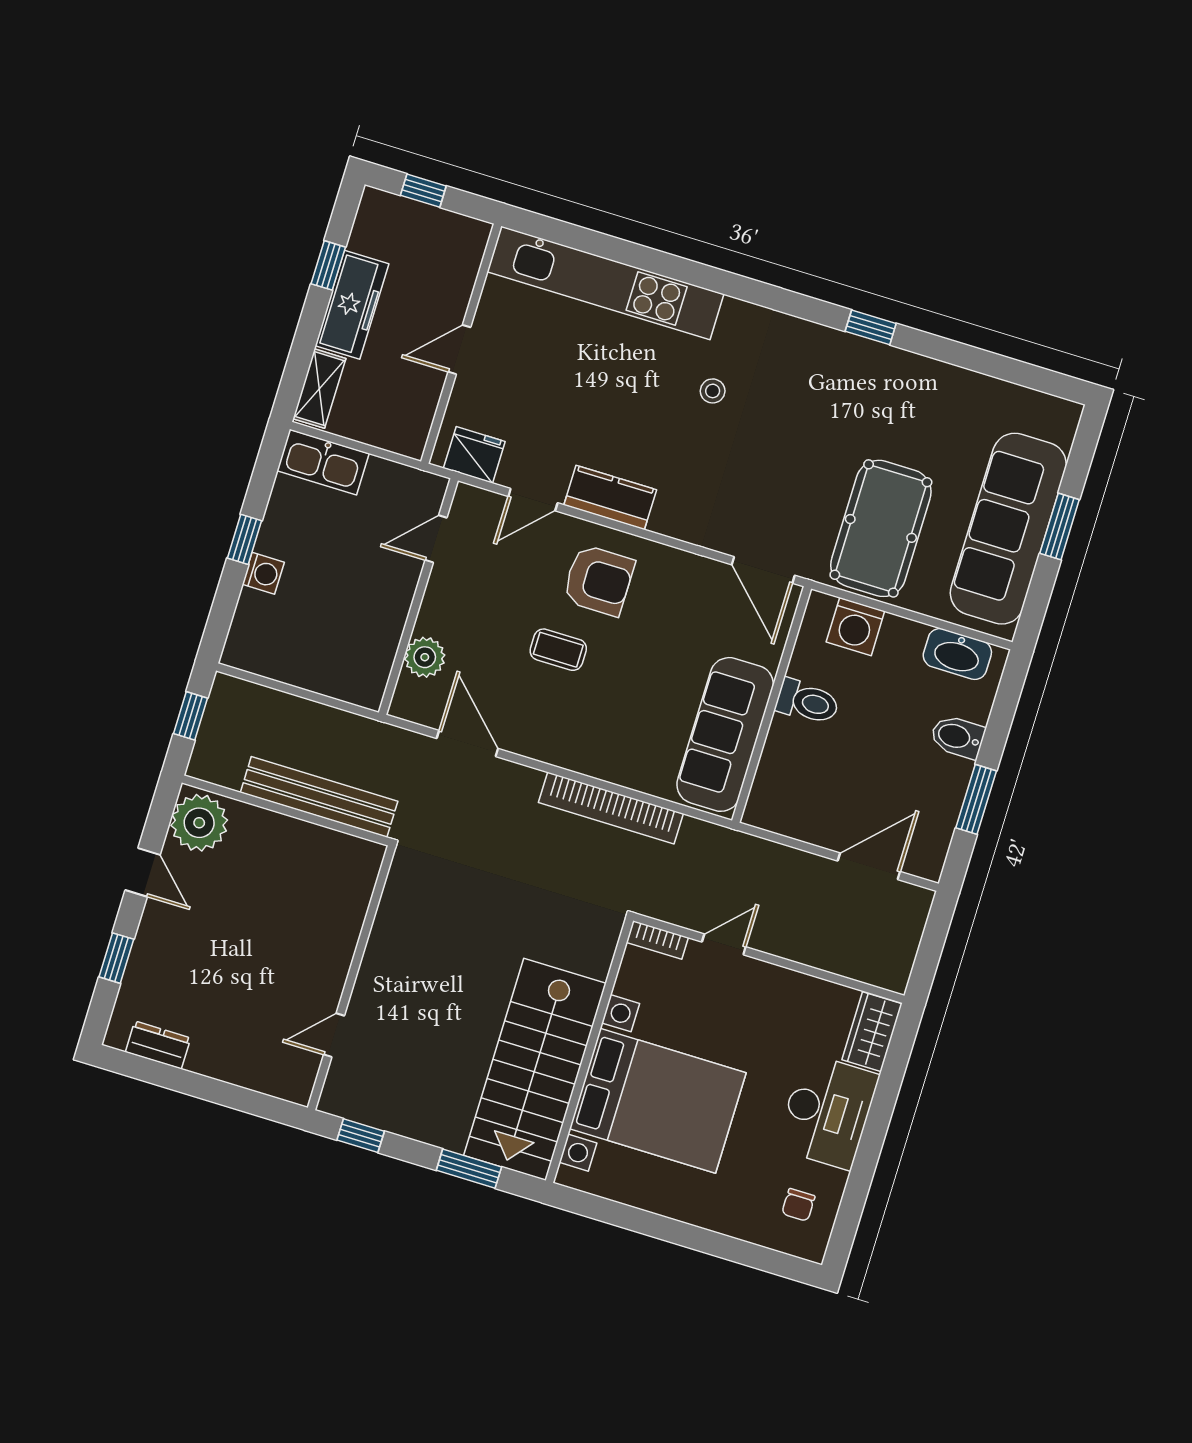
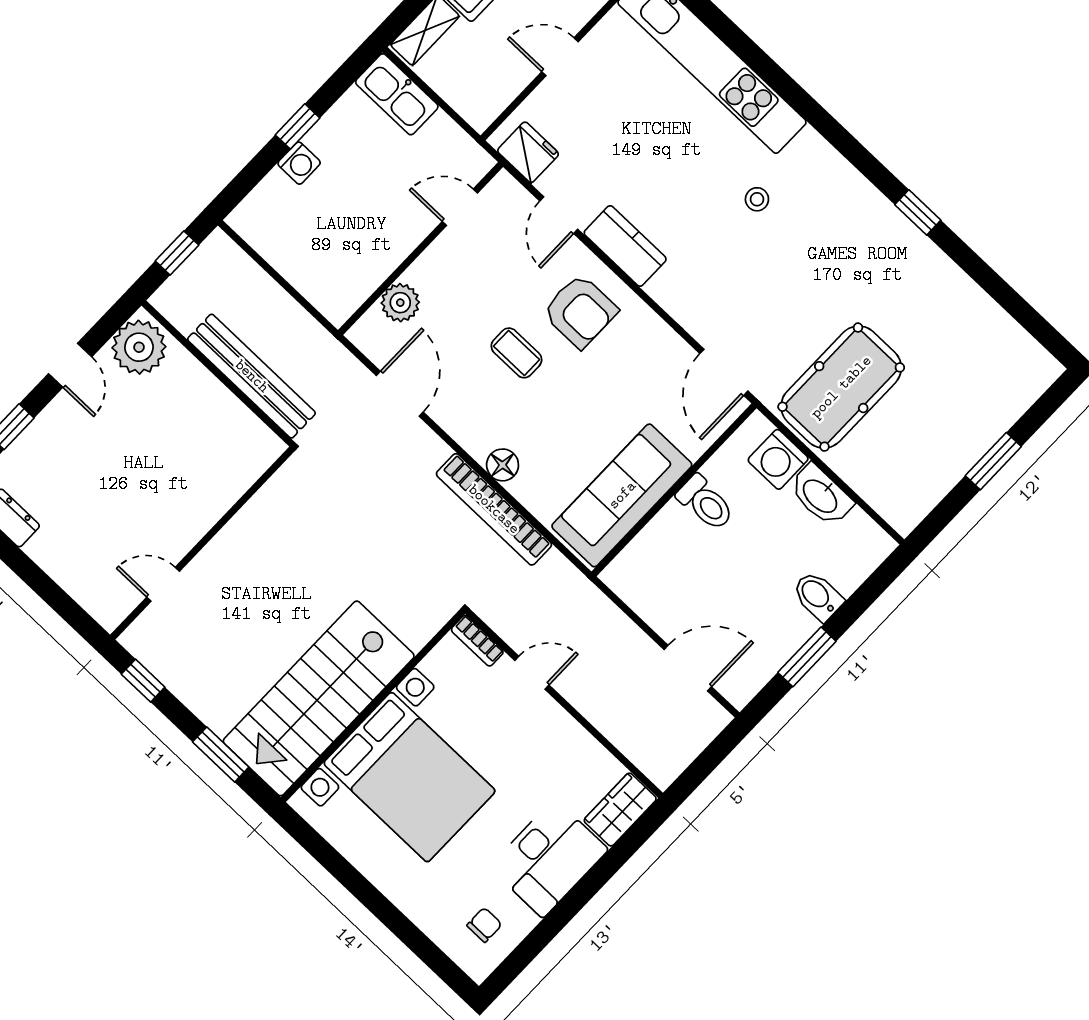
door: (533, 500) -> (559, 215), hinge flipped
sofa: (1008, 529) -> (949, 441), removed
washbasin: (957, 654) -> (821, 495), moved
floor lamp: (598, 762) -> (503, 465), added
chair: (798, 1205) -> (484, 925), turned 180

